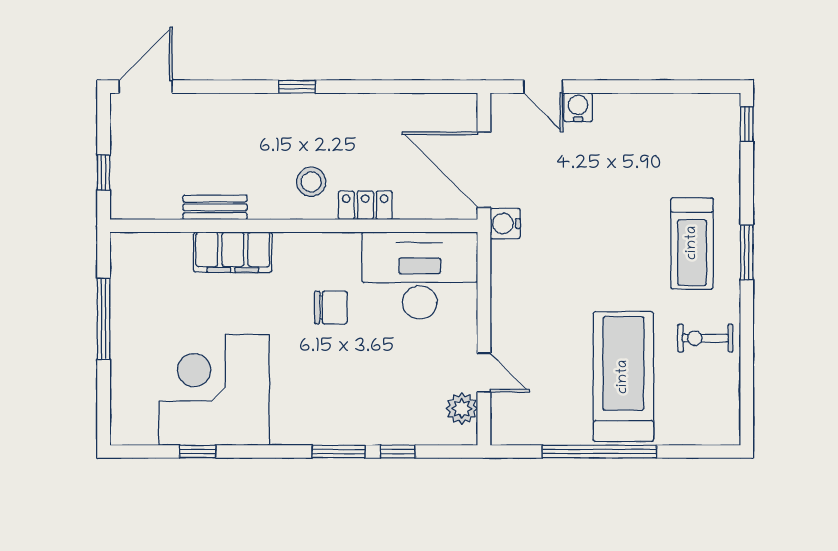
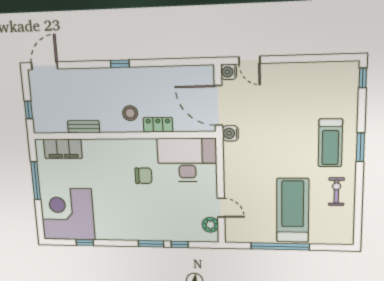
water cooler: (578, 107) -> (229, 72), moved, turned -90
filing cabinet: (233, 252) -> (63, 149), moved
exercise bike: (705, 338) -> (336, 192), turned 90
corner desk: (214, 390) -> (67, 214), moved

